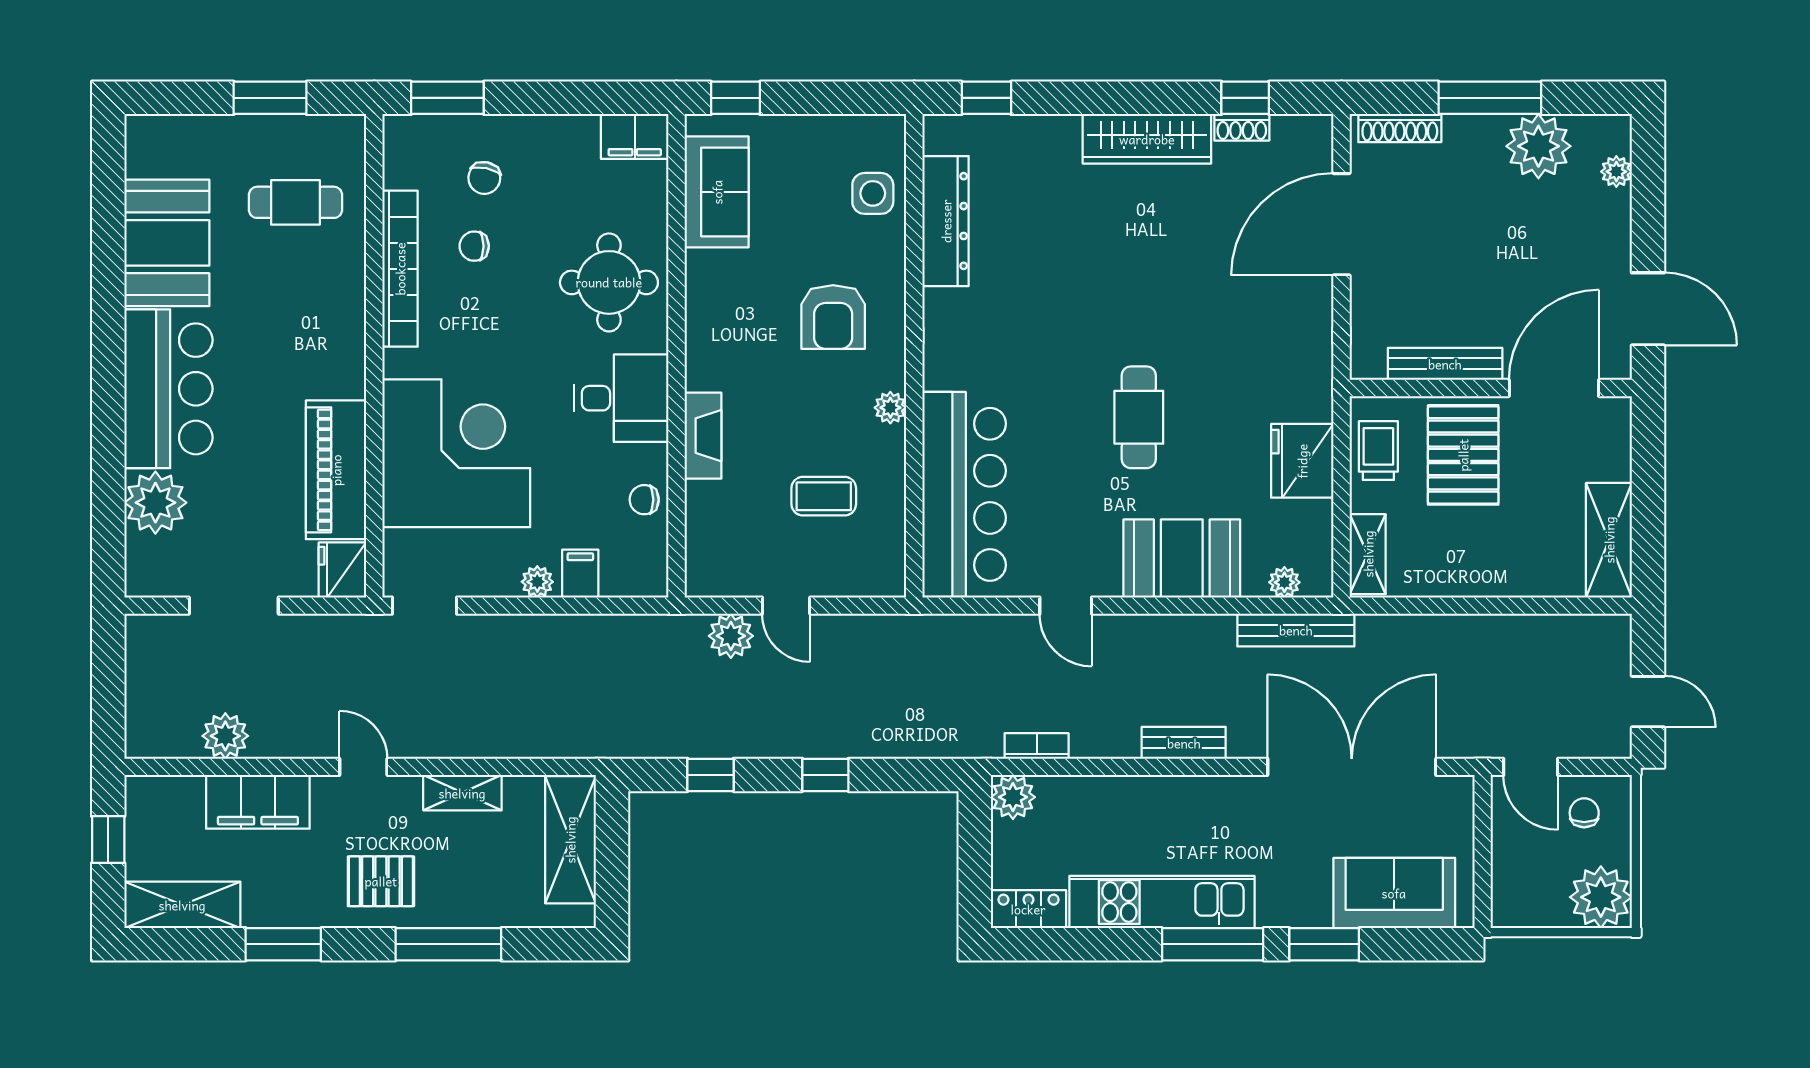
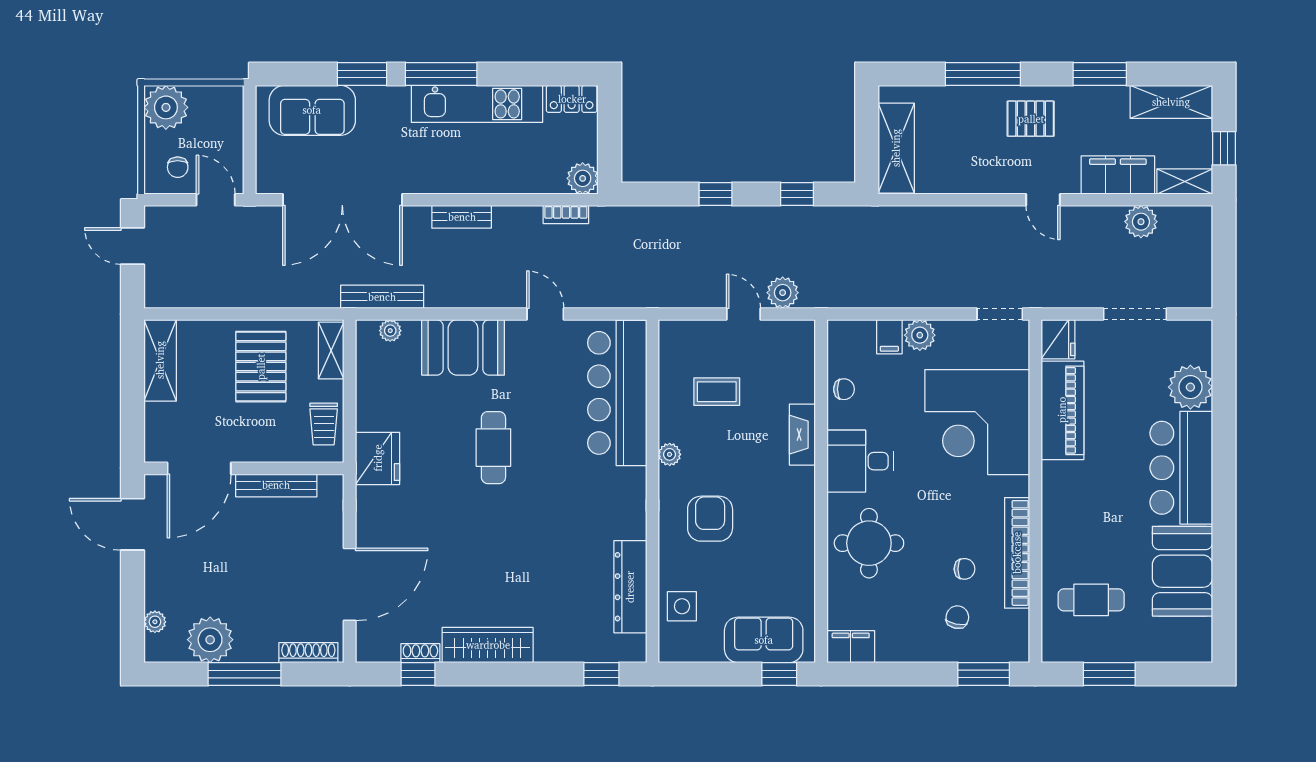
sofa: (717, 192) -> (764, 640), moved, turned 90
pallet: (1463, 455) -> (261, 367), moved
fridge: (1302, 461) -> (378, 458), moved
plant: (537, 582) -> (920, 335), width x1.38, depth x1.38
shelving: (462, 793) -> (1185, 182), moved

